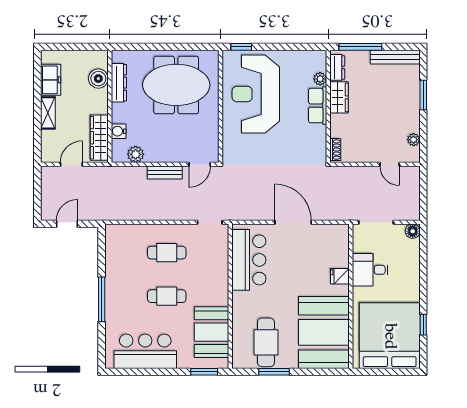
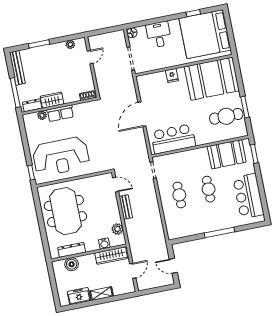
door: (71, 164) -> (133, 271), swing flipped
desk: (370, 270) -> (159, 35), moved, turned 180

